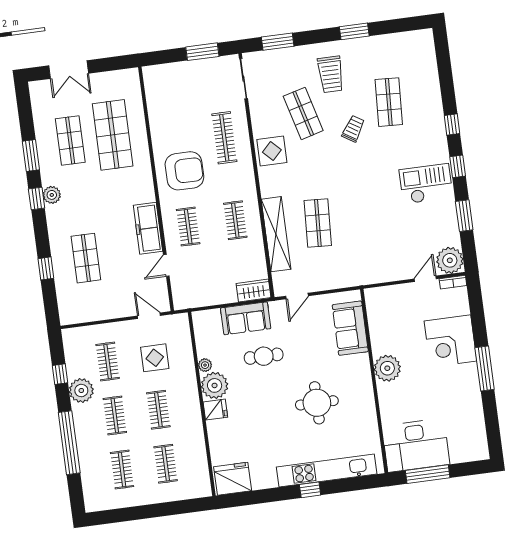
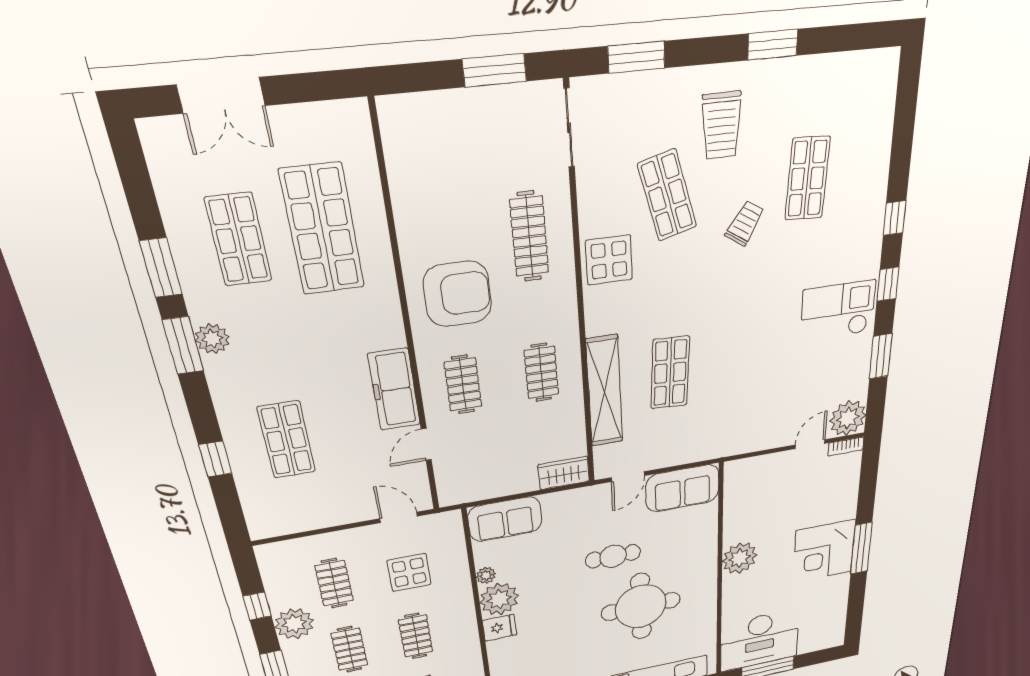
window: (37, 199) -> (183, 346), width x1.50
sofa: (246, 318) -> (505, 519), moved
sofa: (350, 328) -> (682, 488), moved, turned -90
corner desk: (450, 341) -> (824, 551), moved
cafe table: (264, 356) -> (613, 556), moved
round table: (317, 403) -> (641, 606), width x1.36, depth x1.36

